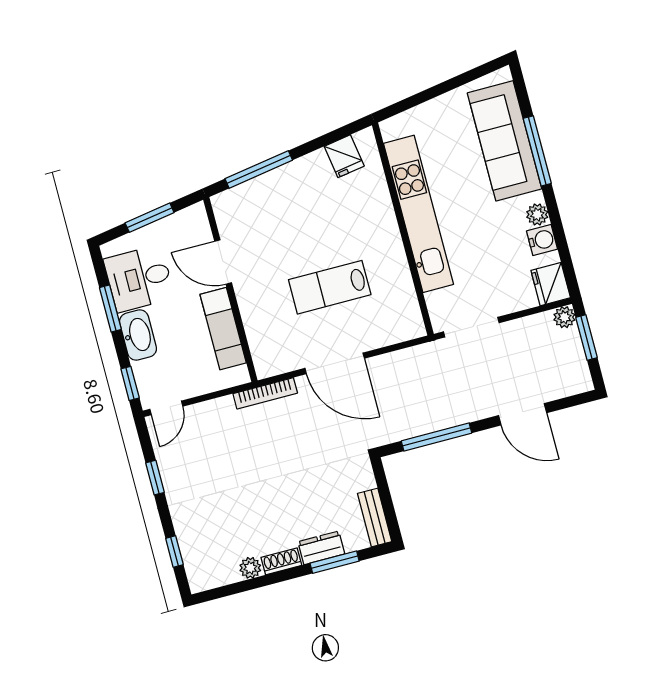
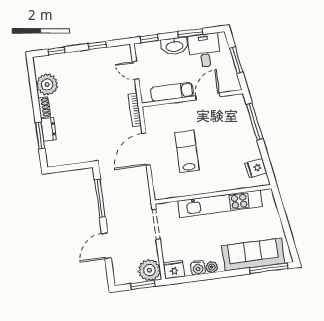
window: (537, 151) -> (269, 268), moved
plant: (564, 317) -> (149, 270), width x1.88, depth x1.88
door: (166, 408) -> (136, 70), moved
bench: (375, 517) -> (61, 160), removed
plant: (250, 568) -> (47, 85), width x1.88, depth x1.88

